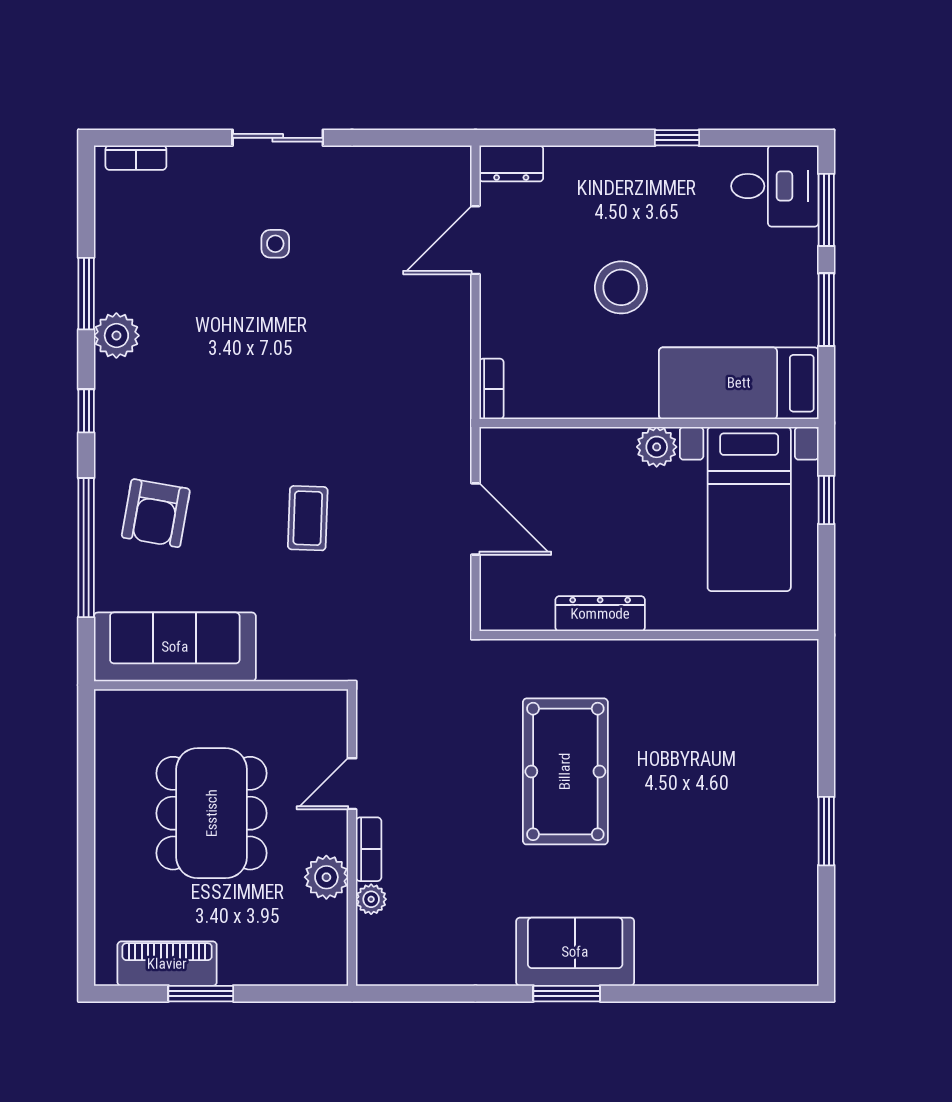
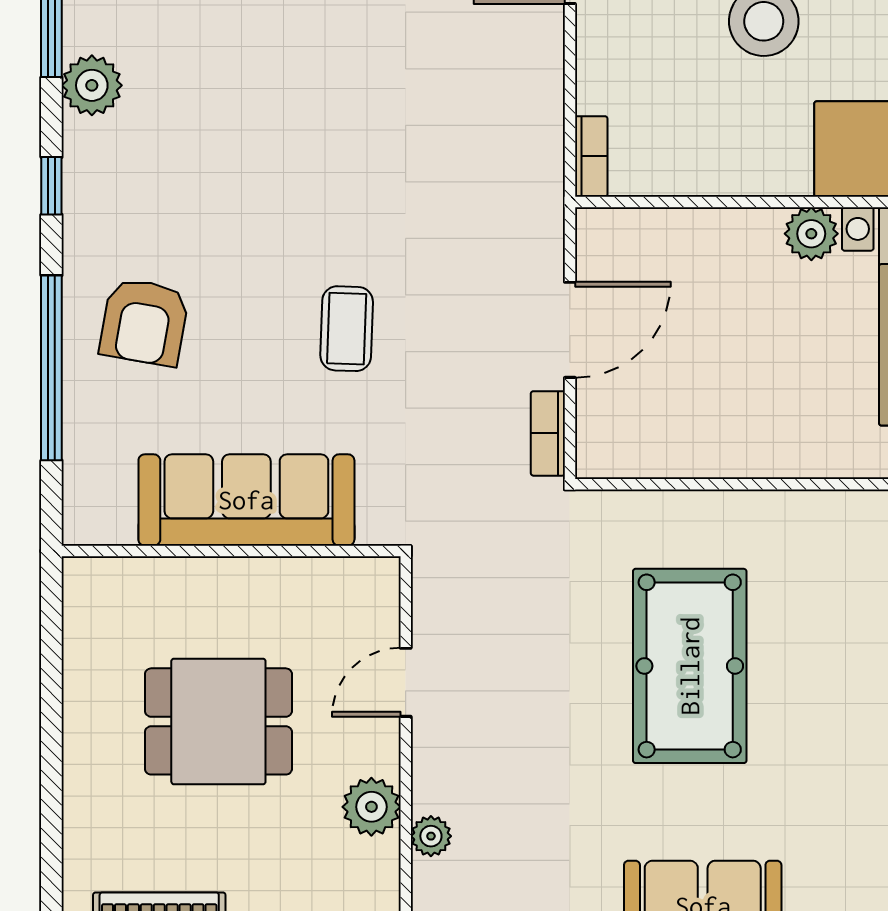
door: (475, 519) -> (570, 330), hinge flipped
dresser: (600, 614) -> (736, 456), removed
sofa: (175, 647) -> (246, 500), moved
dining table: (212, 813) -> (218, 721), width x0.73
bookcase: (369, 849) -> (548, 433), moved, turned 180

